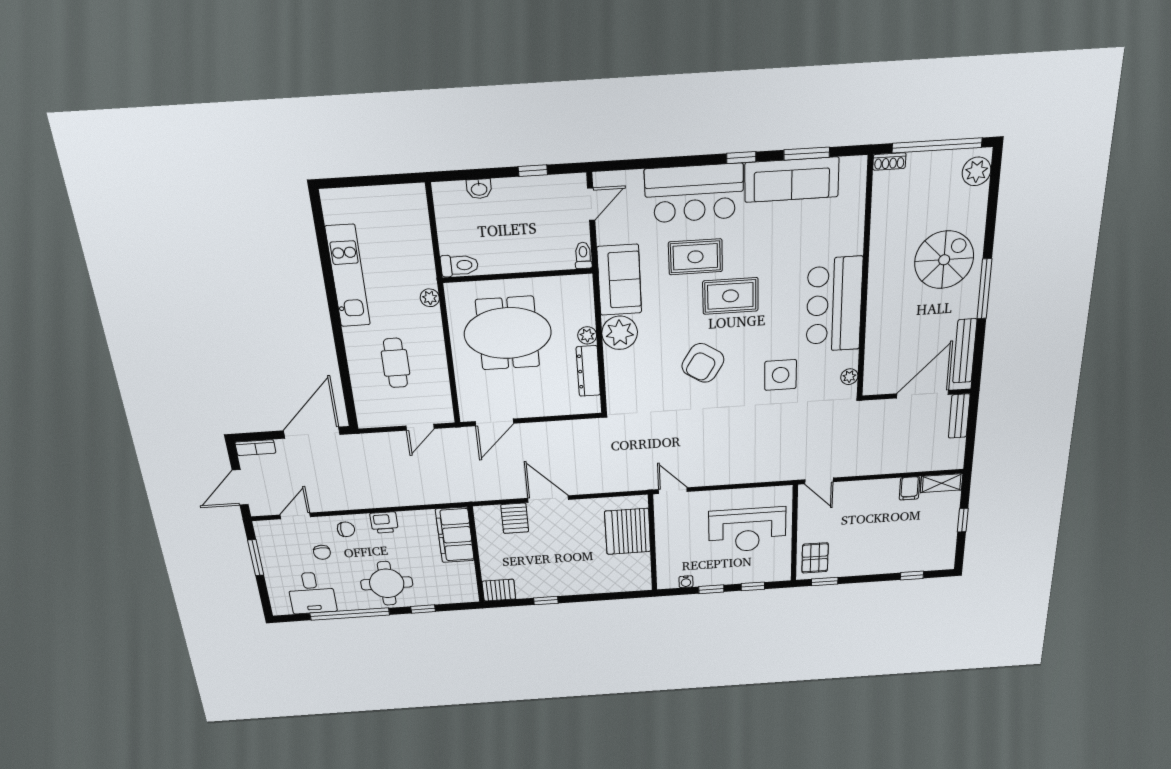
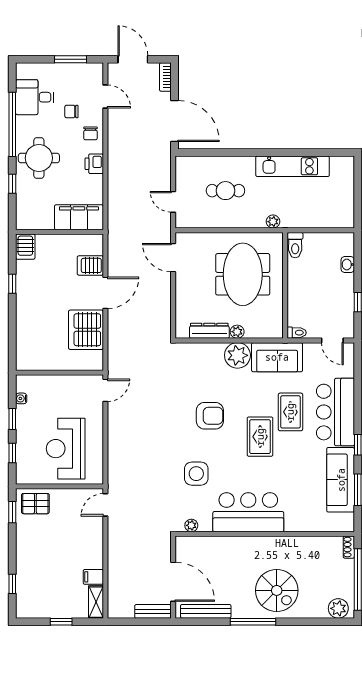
armchair: (703, 363) -> (210, 416), turned 148
server rack: (628, 531) -> (86, 330), moved, turned -90

